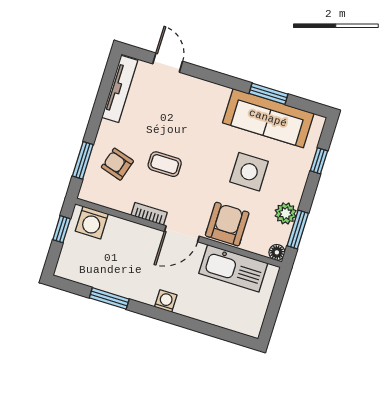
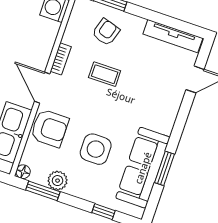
coffee table: (165, 164) -> (105, 74), turned 90

